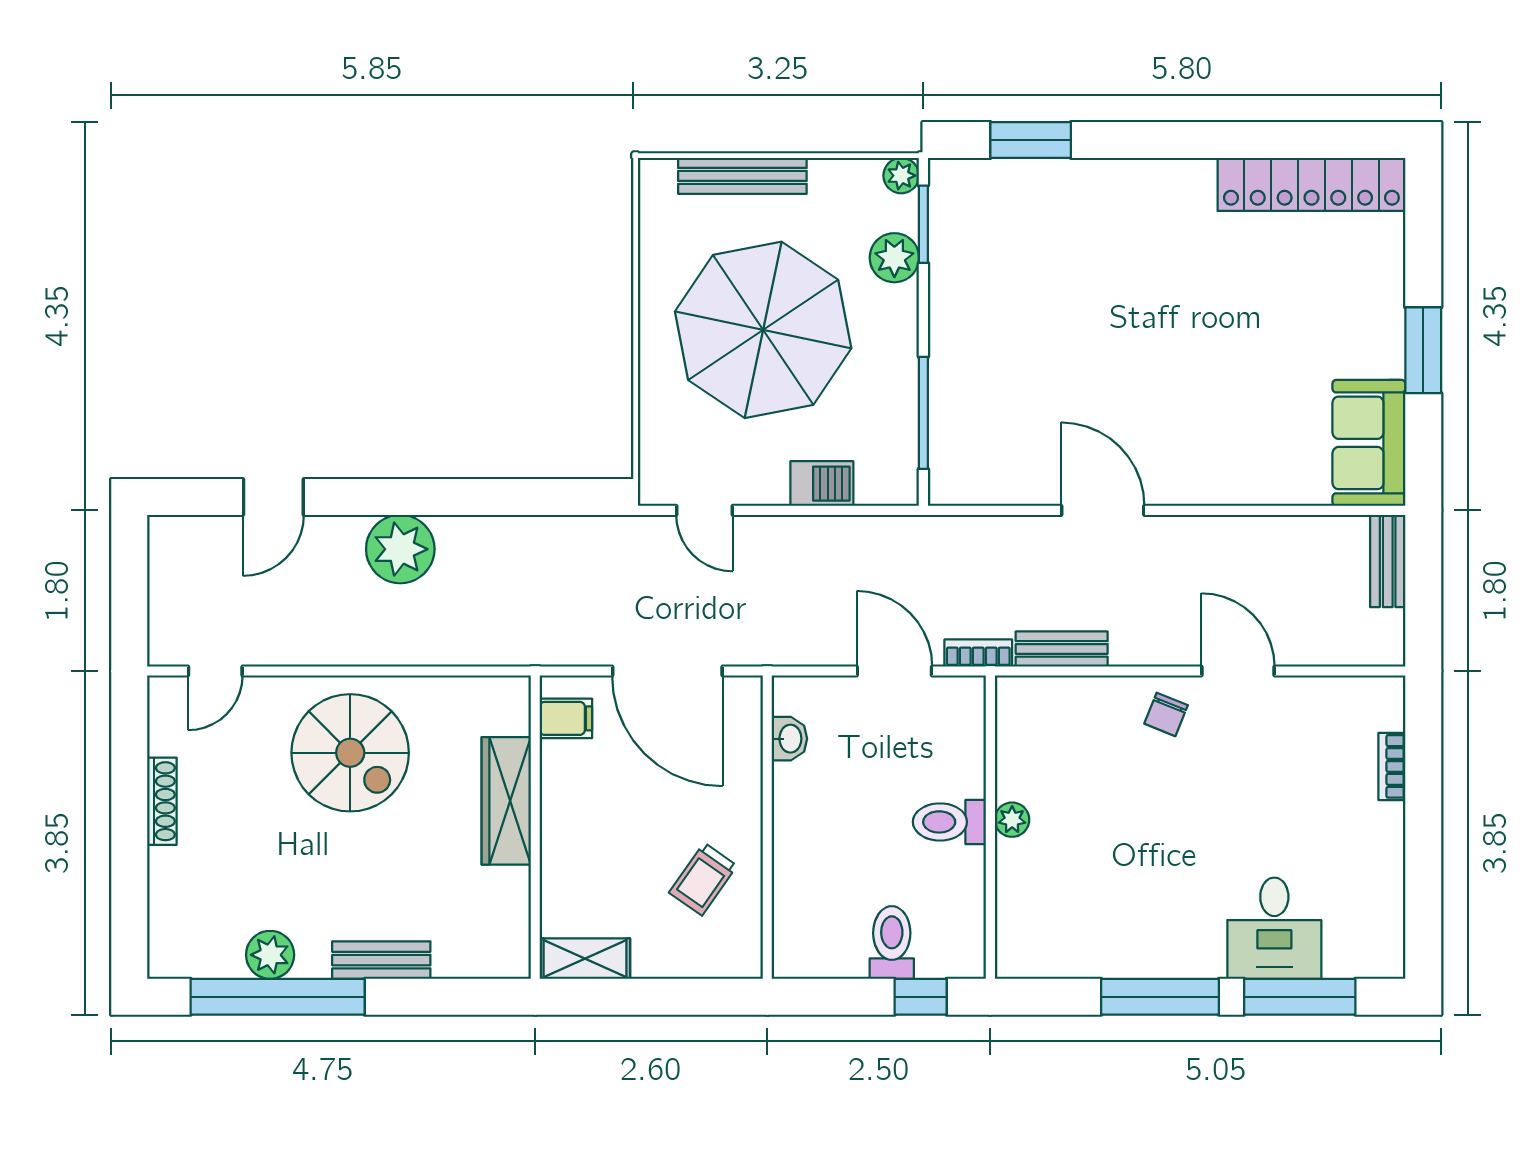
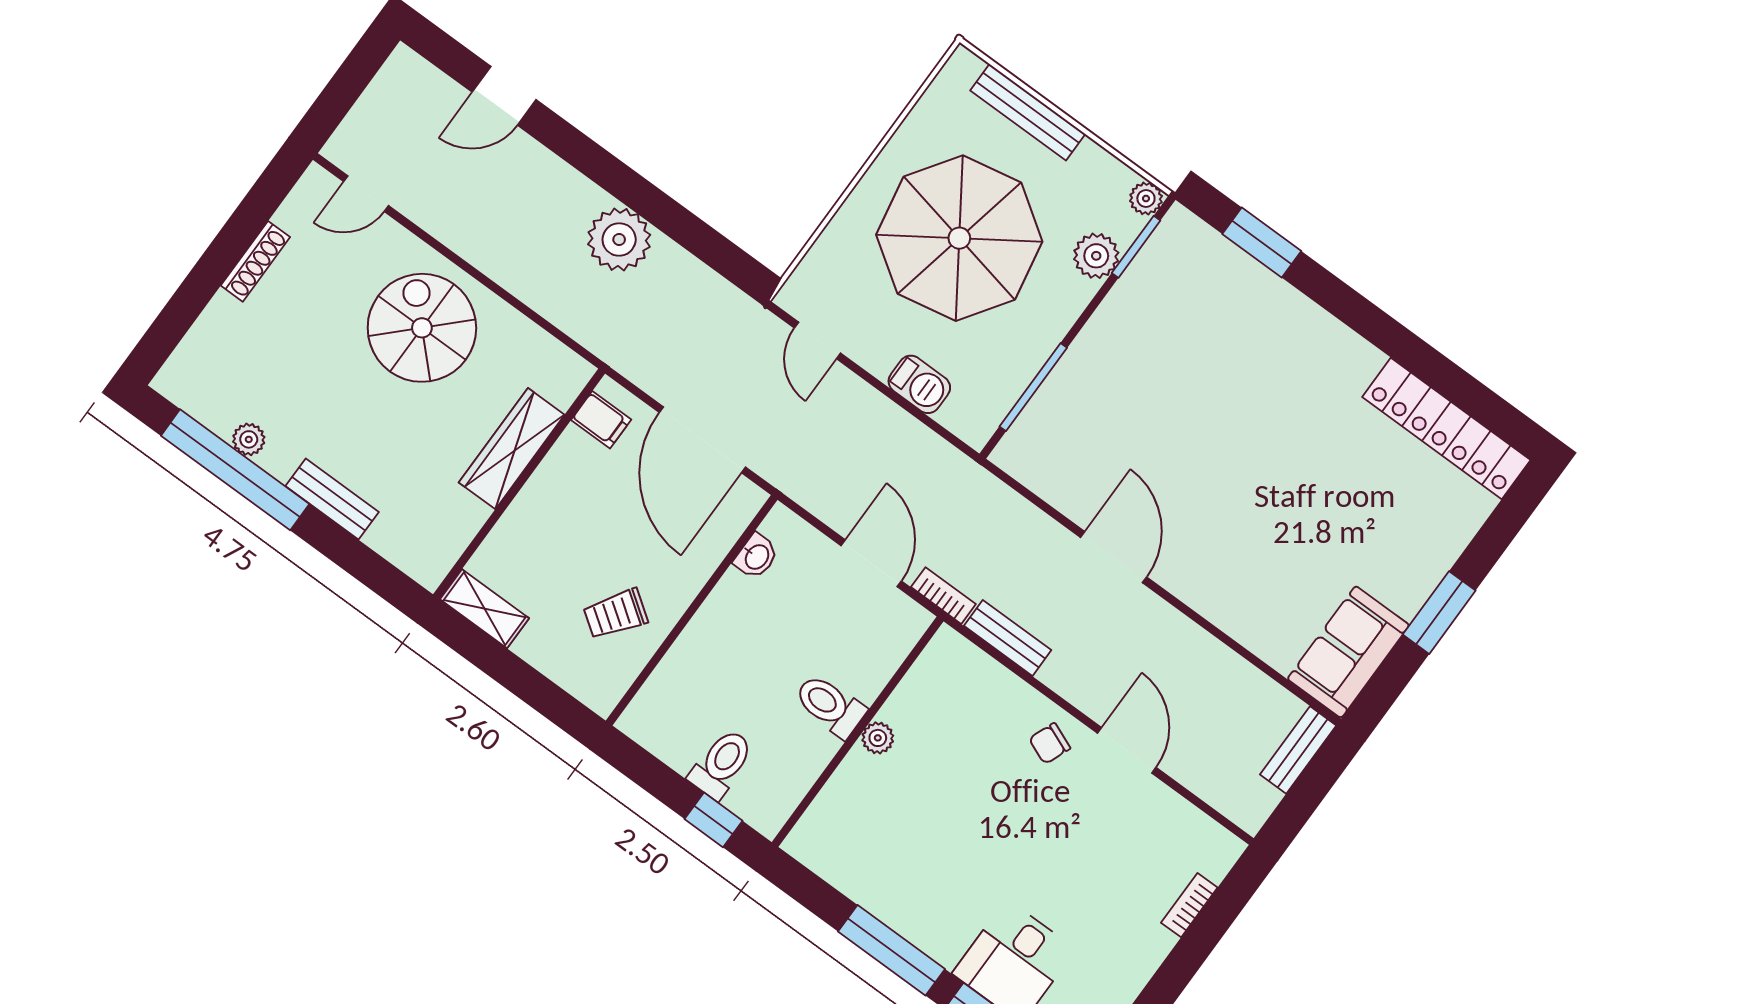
plant: (400, 549) -> (619, 239), moved
spiral stairs: (350, 753) -> (422, 328), turned 180
plant: (270, 955) -> (249, 439), width x0.73, depth x0.73

